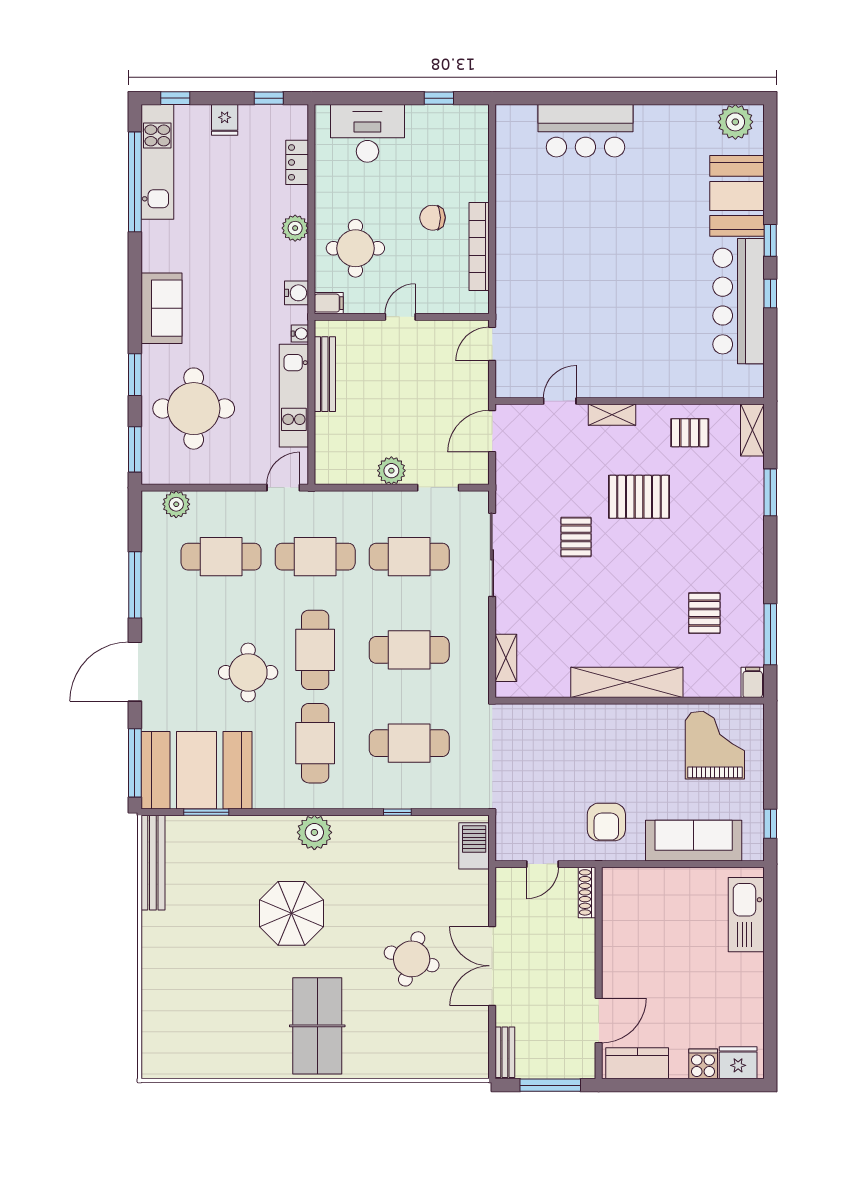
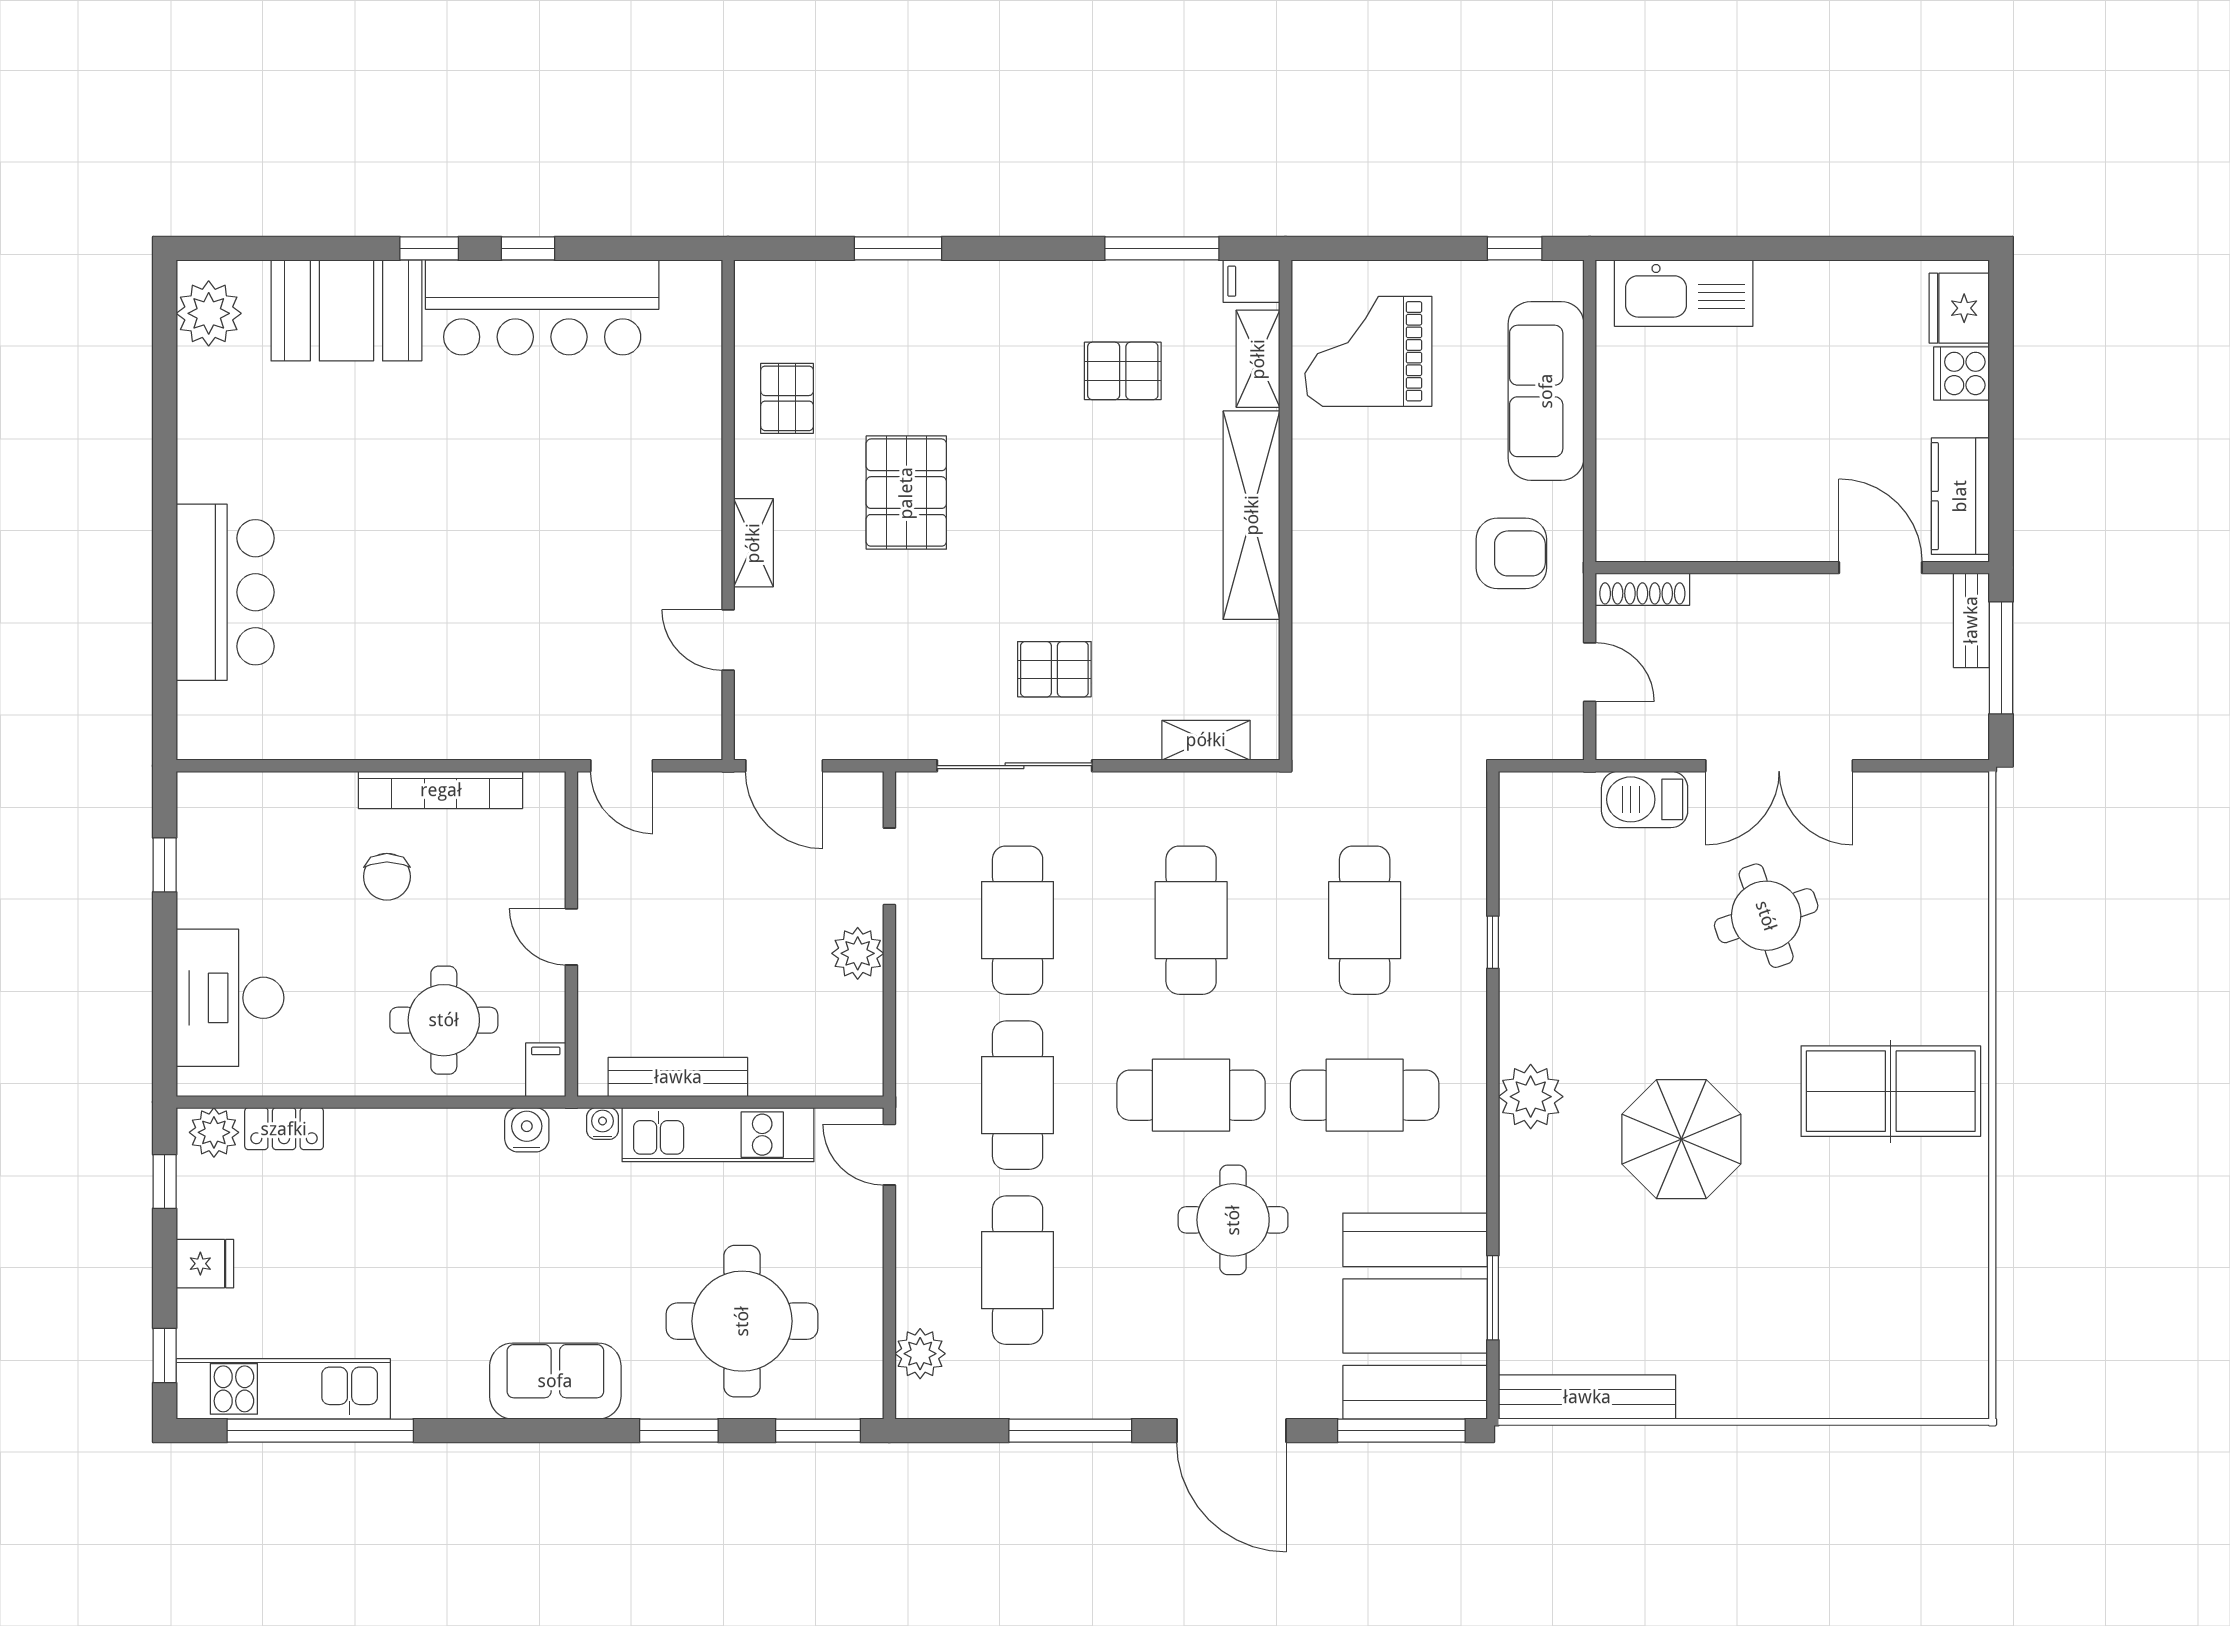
plant: (295, 228) -> (214, 1132), moved
shelving: (752, 430) -> (1258, 359), moved, turned 90
pallet: (576, 537) -> (1054, 669), moved
barbecue: (474, 846) -> (1645, 799), moved
round table: (412, 959) -> (1766, 916), turned -36
bench: (505, 1052) -> (1971, 620), moved, turned 90

